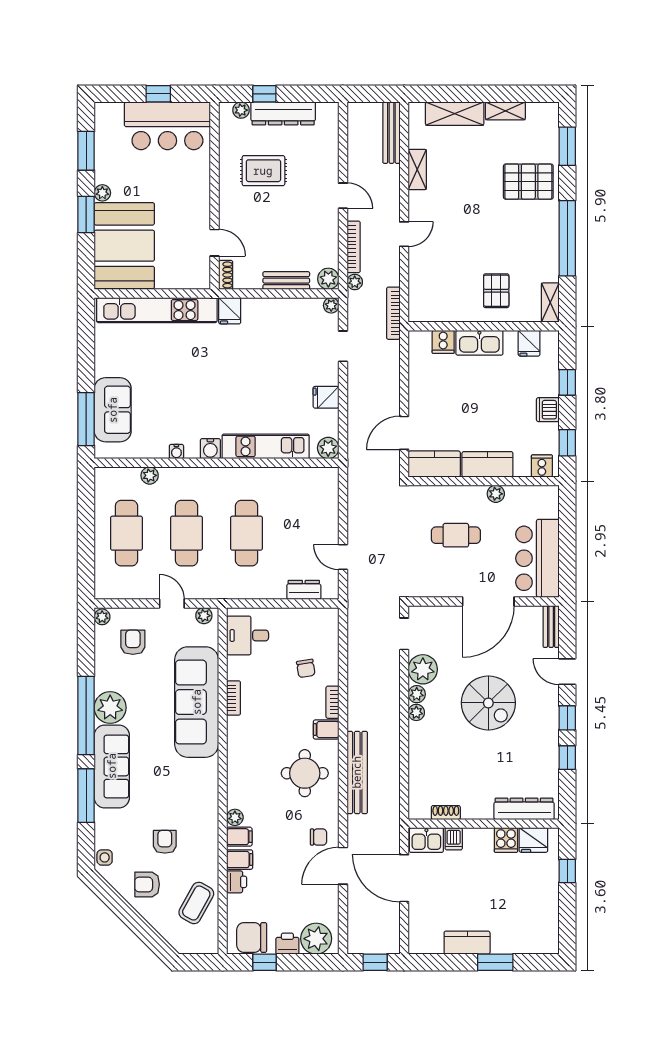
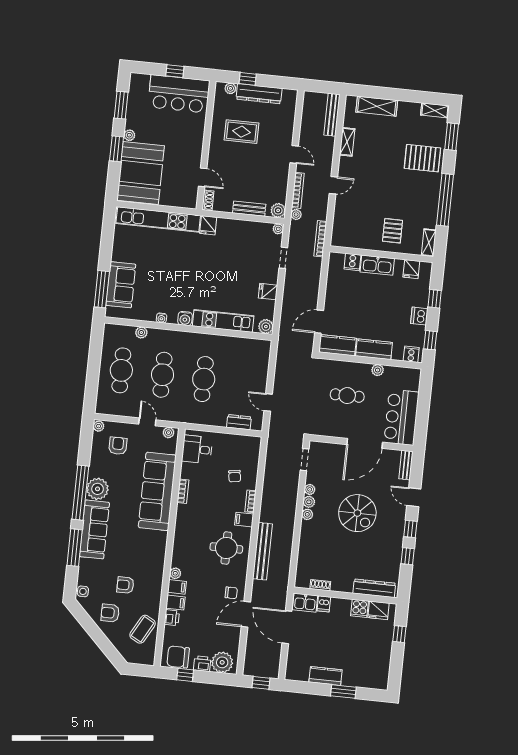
shelving: (505, 111) -> (435, 110), moved
plant: (423, 669) -> (310, 489), width x0.53, depth x0.53
armchair: (165, 842) -> (125, 585), turned -90

